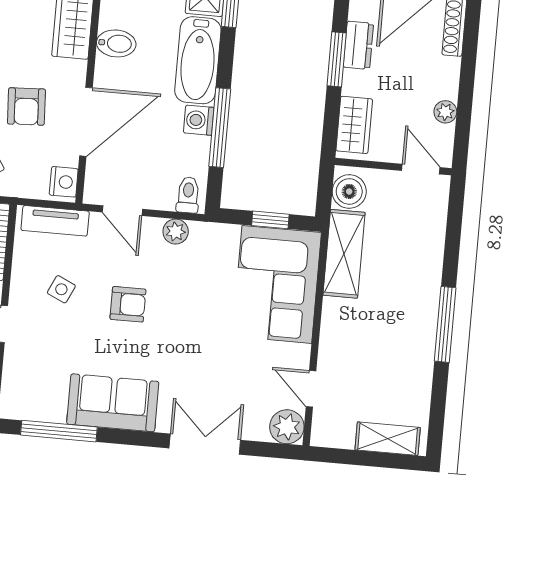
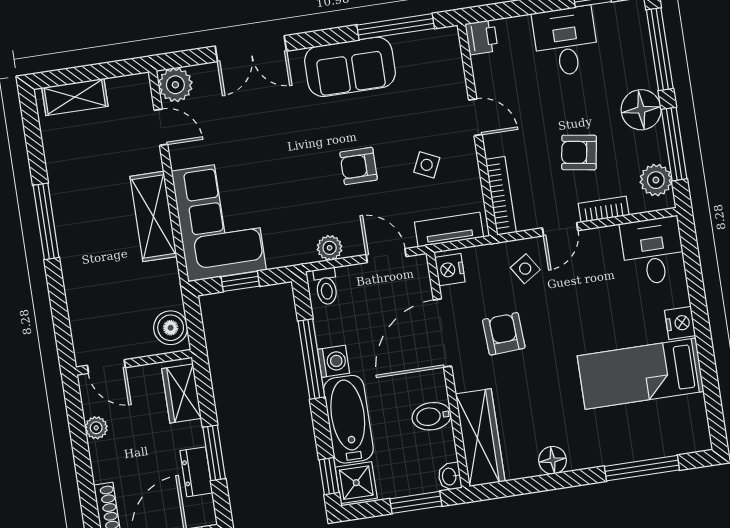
shelving: (344, 254) -> (153, 216), moved

